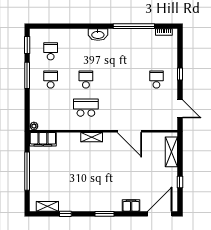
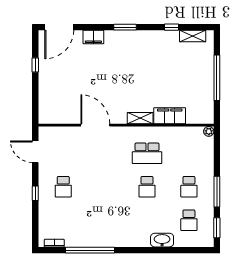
washbasin: (98, 35) -> (162, 240), moved
filing cabinet: (43, 139) -> (170, 116), moved
shelving: (171, 152) -> (45, 101), removed

